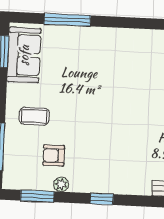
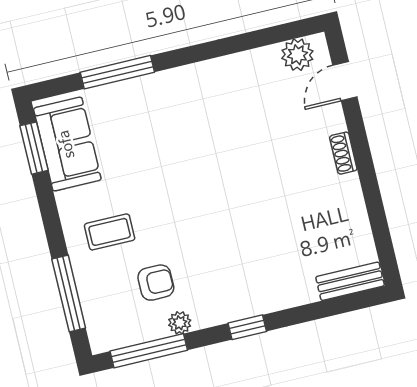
armchair: (54, 155) -> (156, 283), turned 180
window: (37, 196) -> (149, 351), width x1.44

